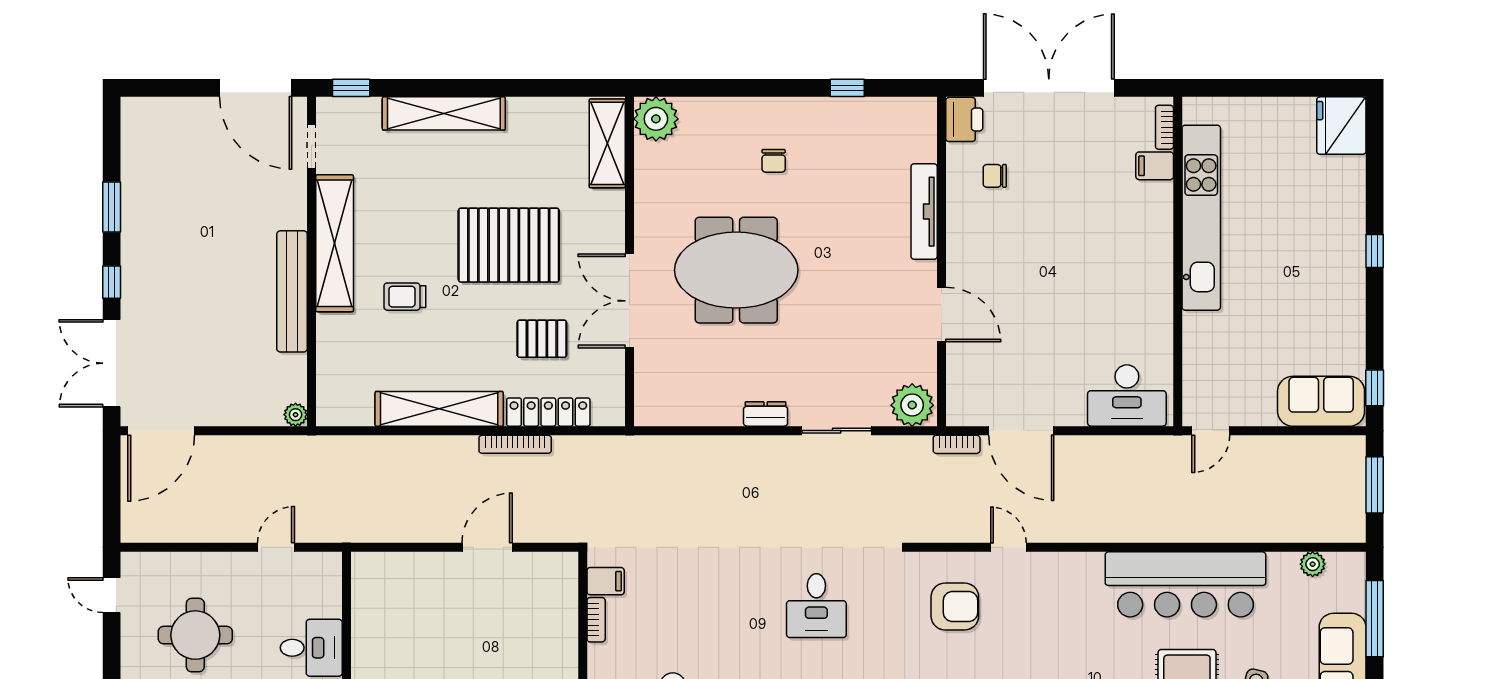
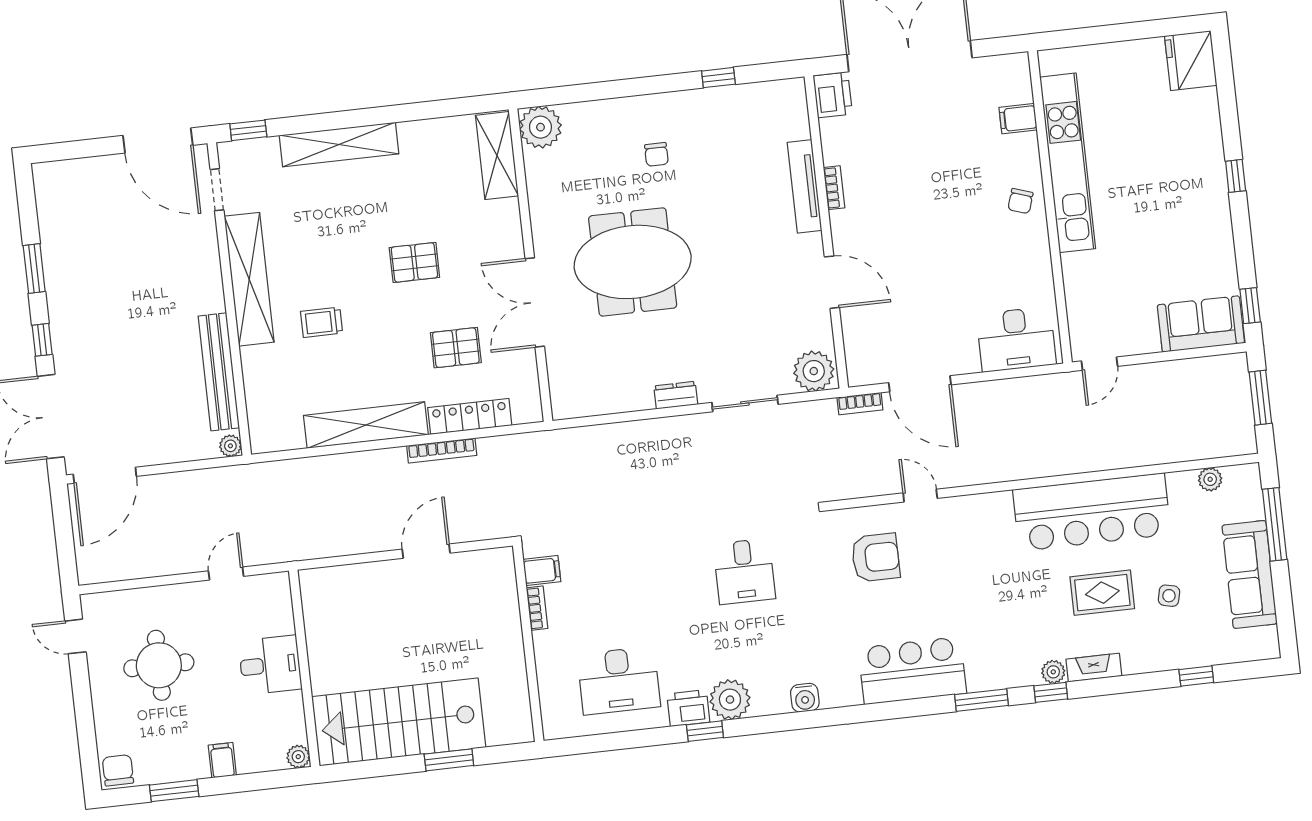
bookcase: (1164, 127) -> (834, 188), moved, turned 180
chair: (995, 176) -> (1020, 201), moved, turned -72
pallet: (509, 245) -> (414, 262), width x0.49, depth x0.50
bench: (292, 291) -> (219, 372), moved

